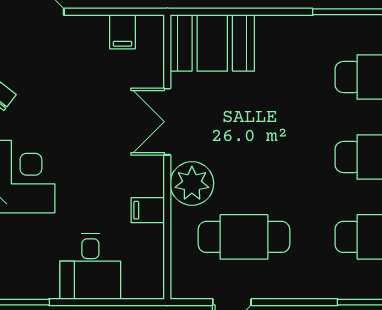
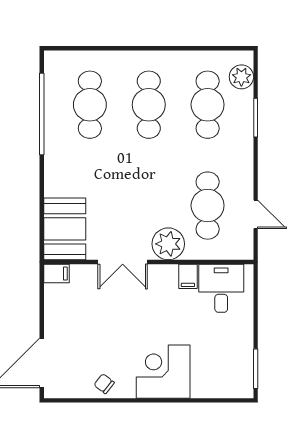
filing cabinet: (123, 32) -> (57, 274), moved
desk: (90, 266) -> (221, 288), moved, turned -90

